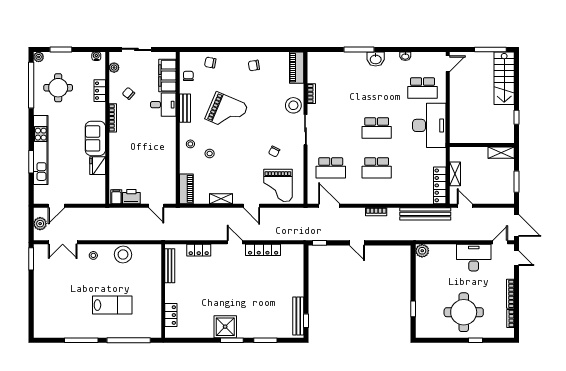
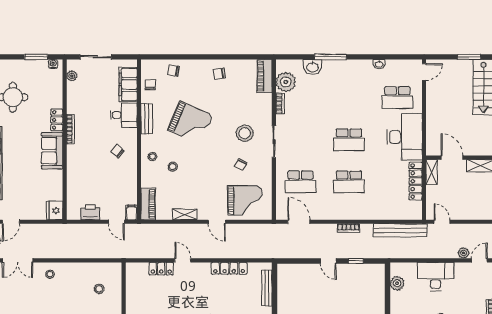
window: (61, 49) -> (36, 57), moved
window: (490, 49) -> (469, 57), width x0.69
washbasin: (376, 59) -> (313, 67), moved
plant: (317, 73) -> (286, 82), added
locker: (100, 91) -> (57, 120), moved
chair: (128, 93) -> (118, 151), moved
stool: (293, 105) -> (245, 133), moved
door: (474, 145) -> (452, 158), added
fridge: (98, 166) -> (55, 210), moved
shelving: (455, 174) -> (432, 172), moved
grand piano: (278, 185) -> (245, 200), turned -90
locker: (440, 185) -> (416, 181), moved
filing cabinet: (116, 197) -> (131, 212), moved
plant: (485, 235) -> (464, 253), added
door: (235, 242) -> (183, 260), moved
window: (320, 243) -> (356, 261), moved
plant: (422, 251) -> (397, 283), moved
stool: (123, 254) -> (99, 289), moved, width x0.53, depth x0.53
desk: (474, 258) -> (436, 276), moved
bench: (170, 266) -> (267, 288), moved

